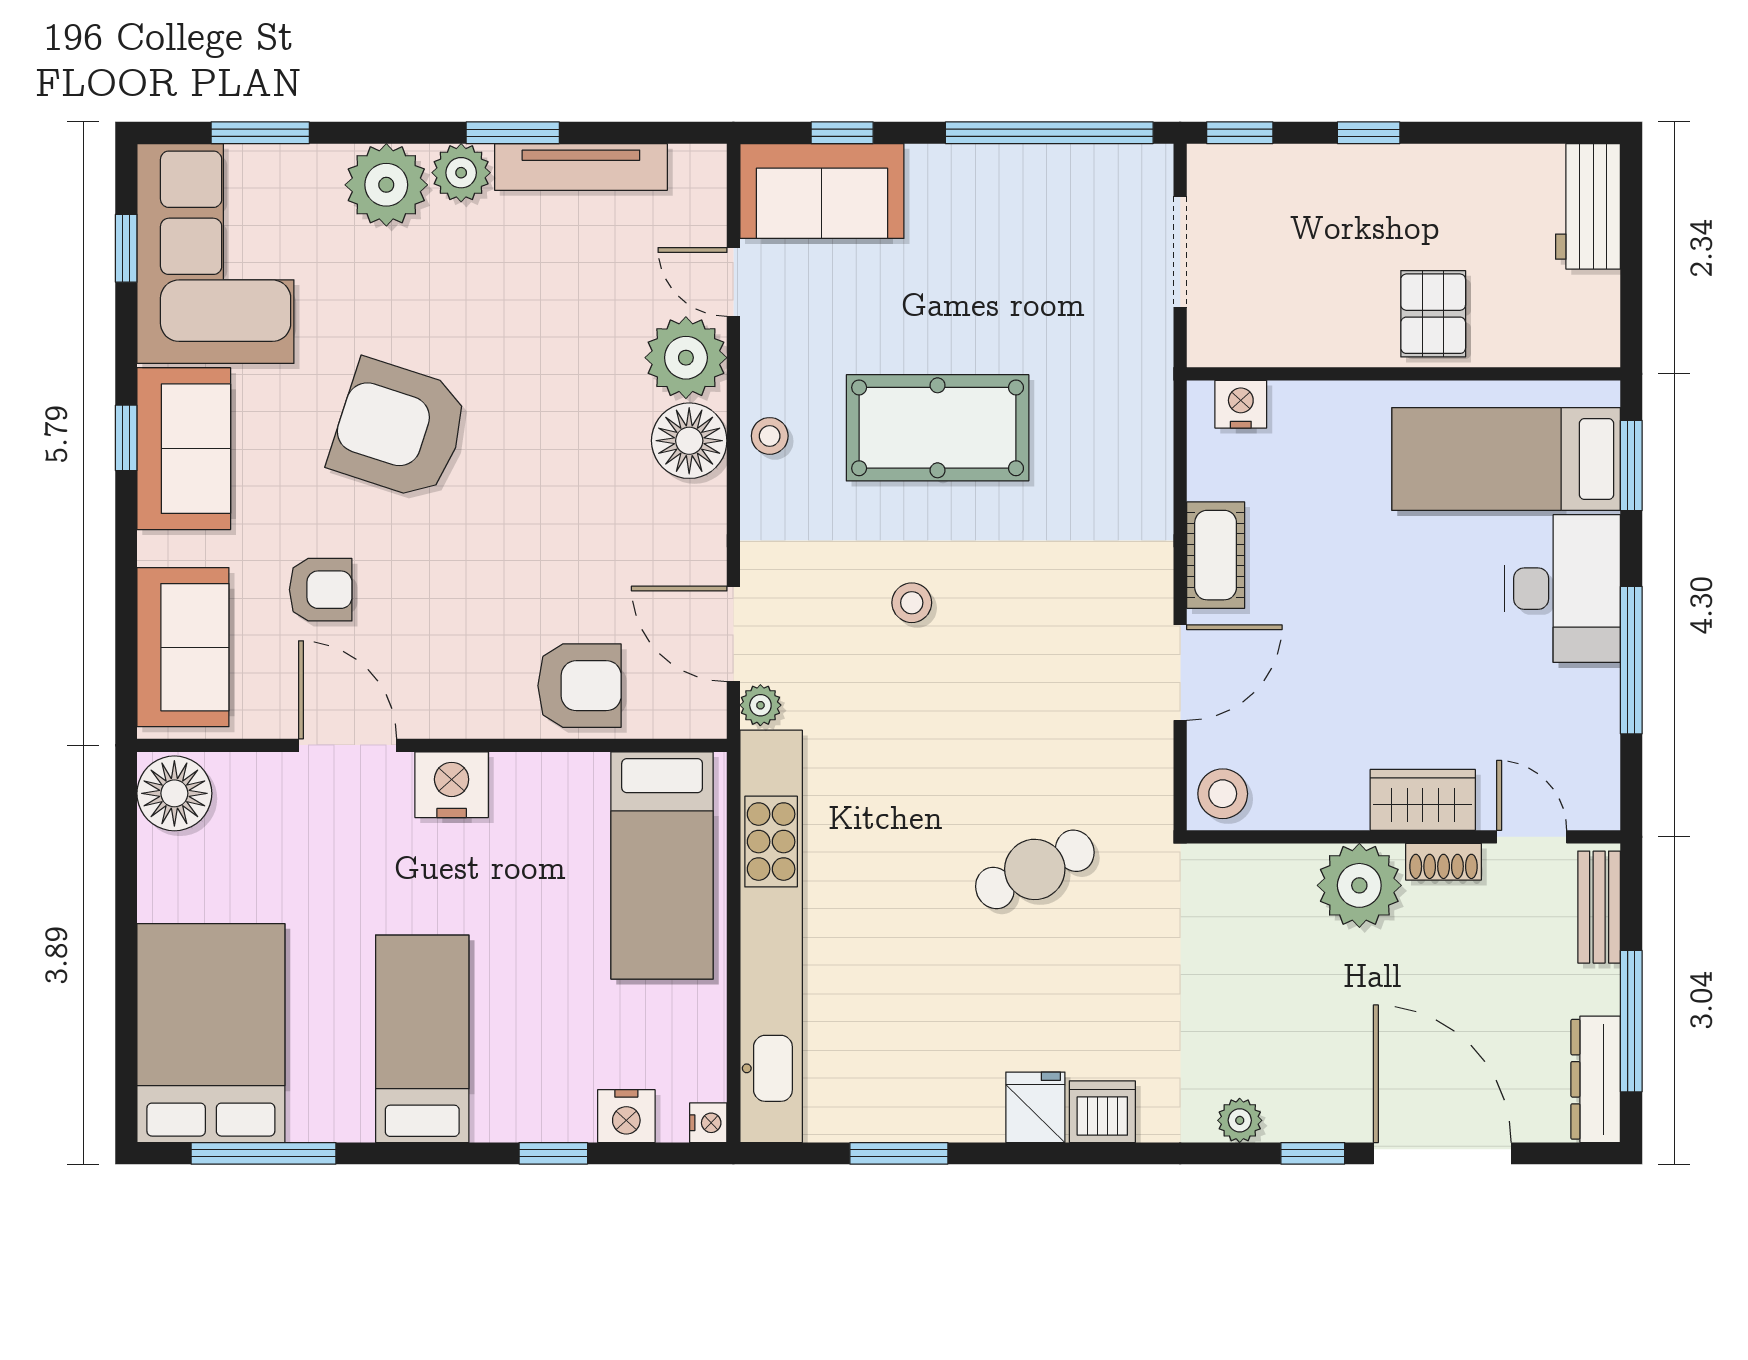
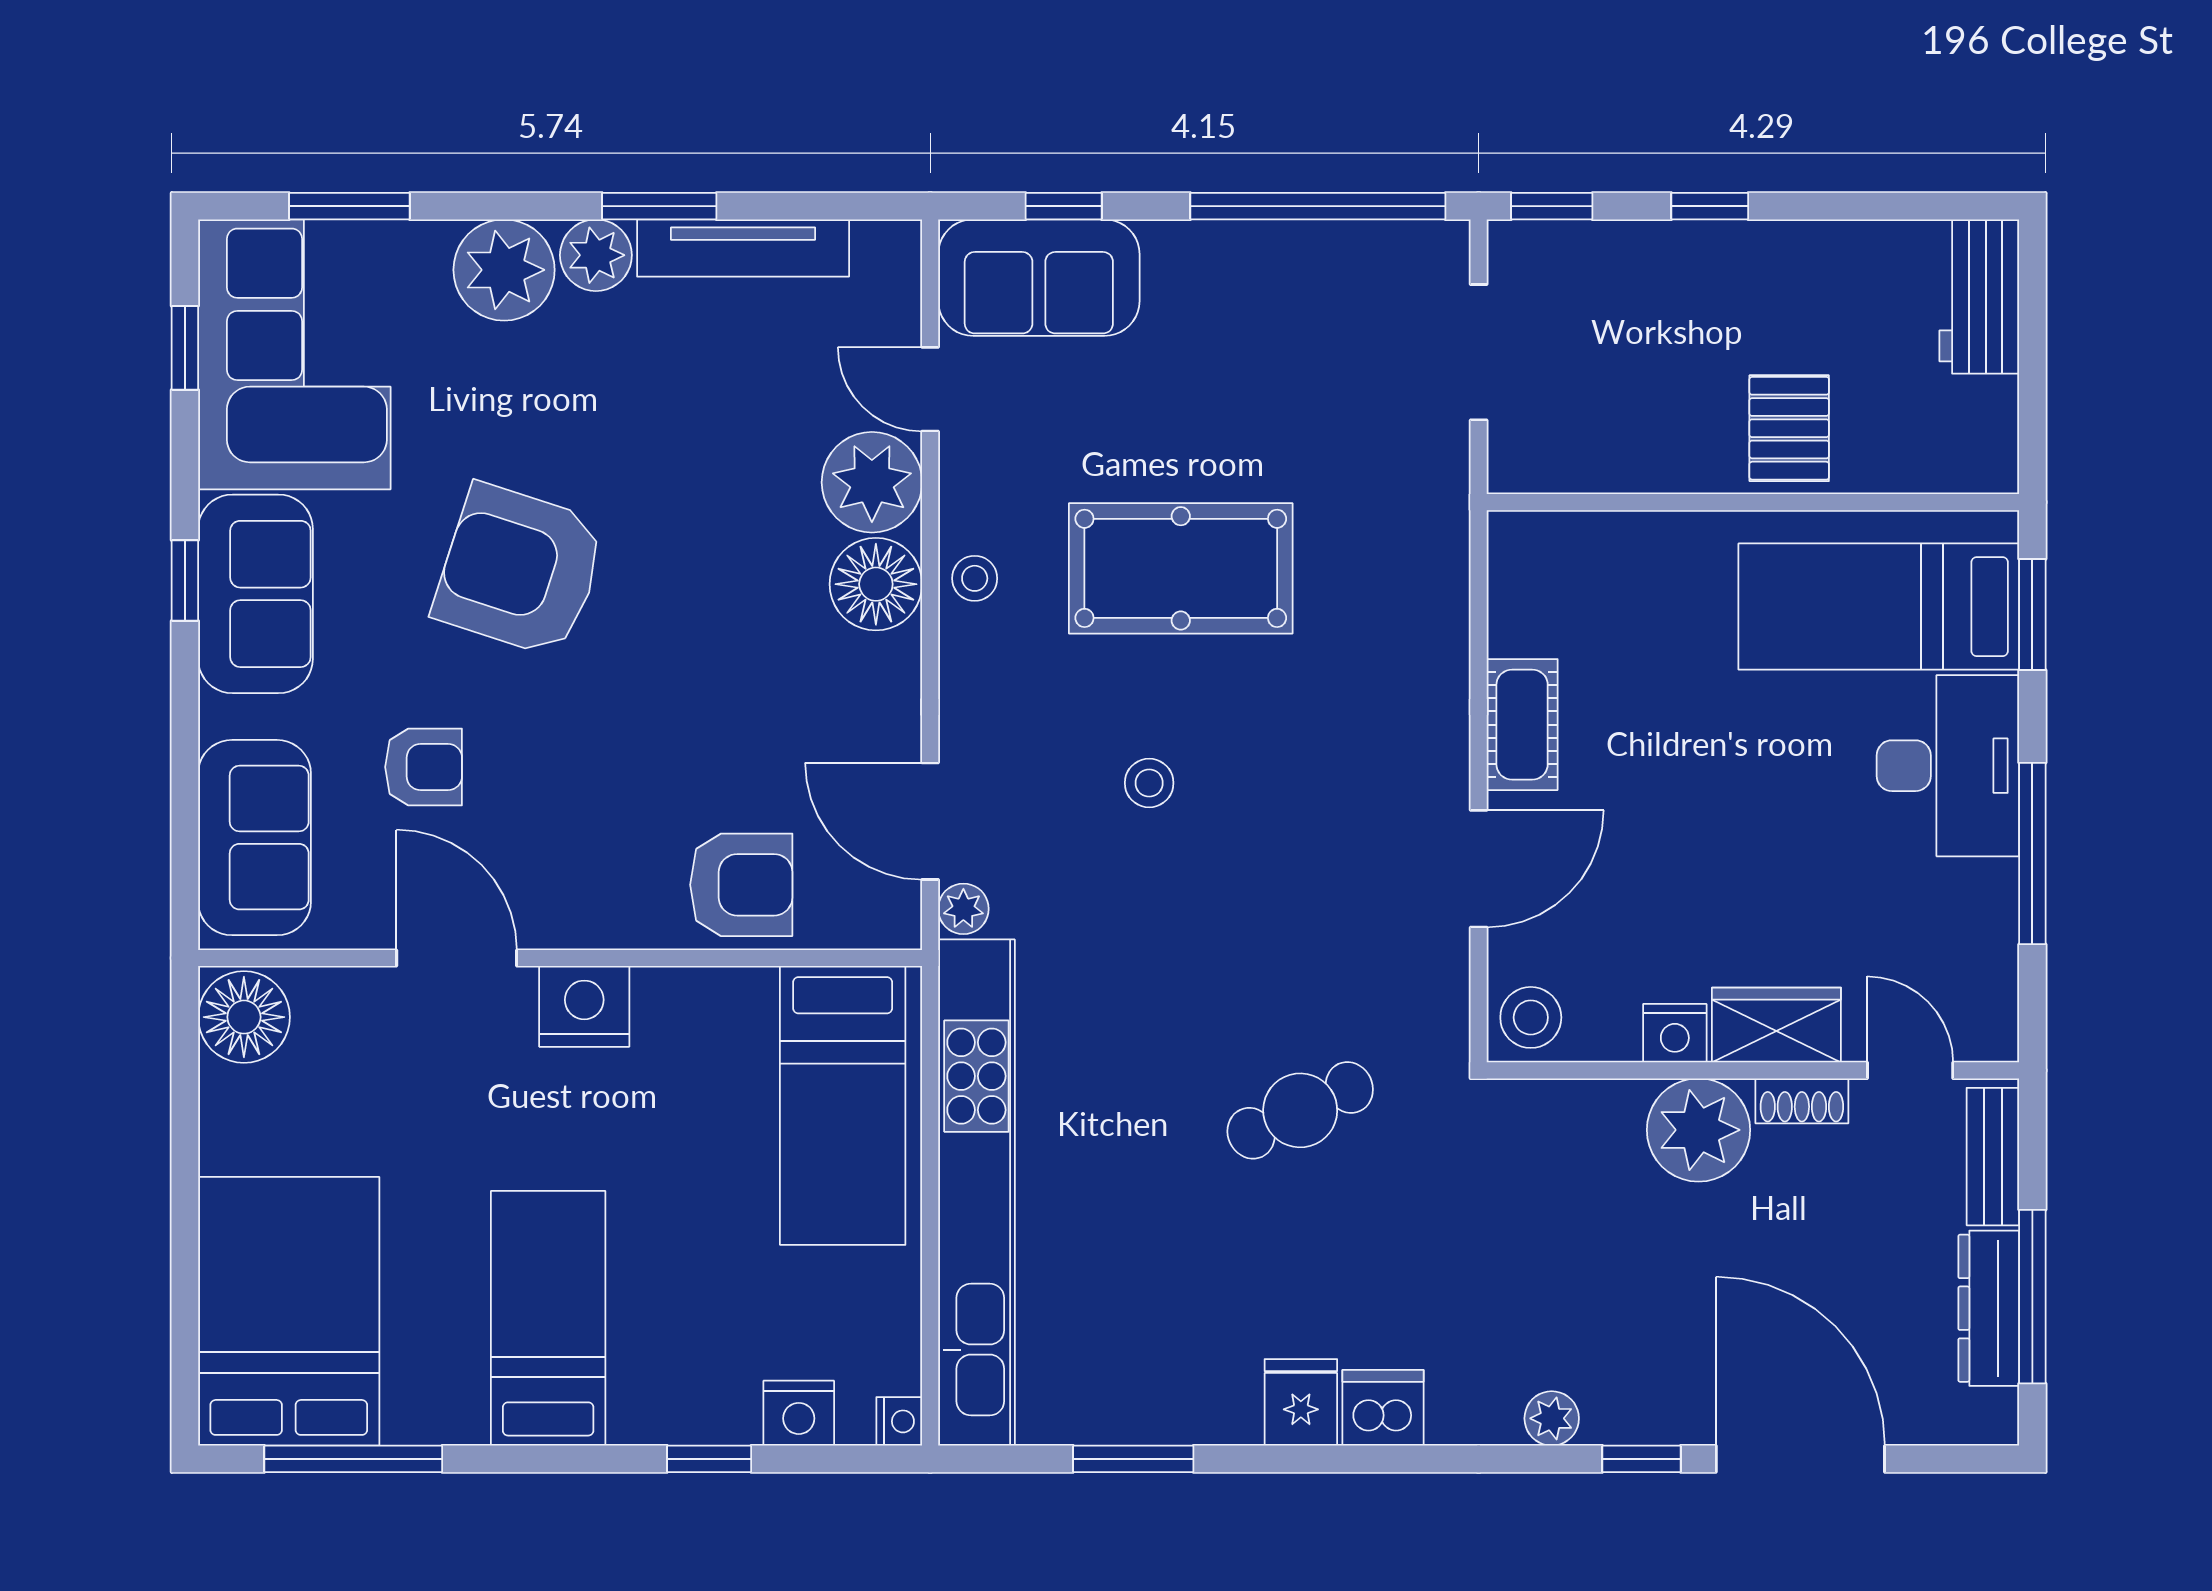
nightstand: (1241, 404) -> (1675, 1033), moved, turned 180
dresser: (1596, 1079) -> (1989, 1308), moved

